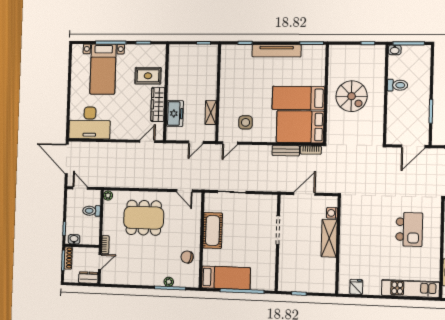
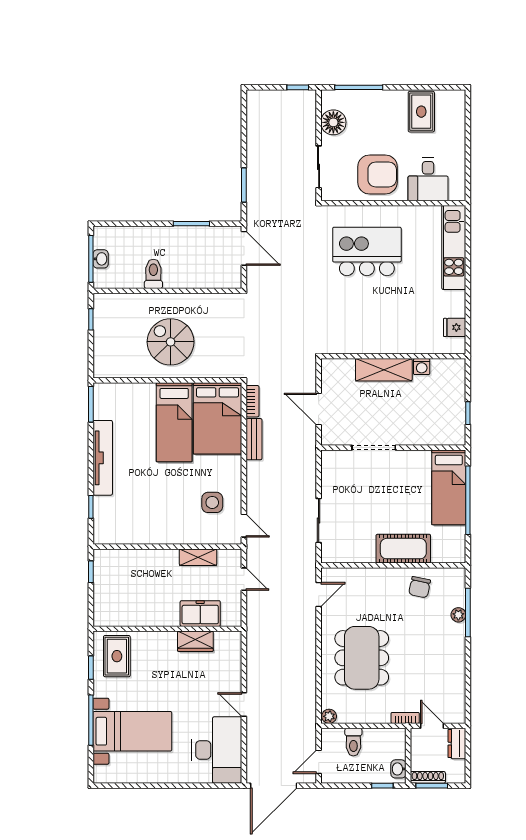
washbasin: (395, 50) -> (101, 259), moved
rug: (148, 76) -> (117, 656), moved
spiral stairs: (352, 96) -> (171, 342), turned -90
wardrobe: (158, 104) -> (195, 641), width x0.67
door: (147, 141) -> (244, 704), moved
washing machine: (332, 213) -> (422, 367), moved
kitchen island: (409, 229) -> (367, 251), width x1.37, depth x1.28
cot: (213, 230) -> (403, 549), moved
bed: (226, 278) -> (449, 487), moved, turned 180

